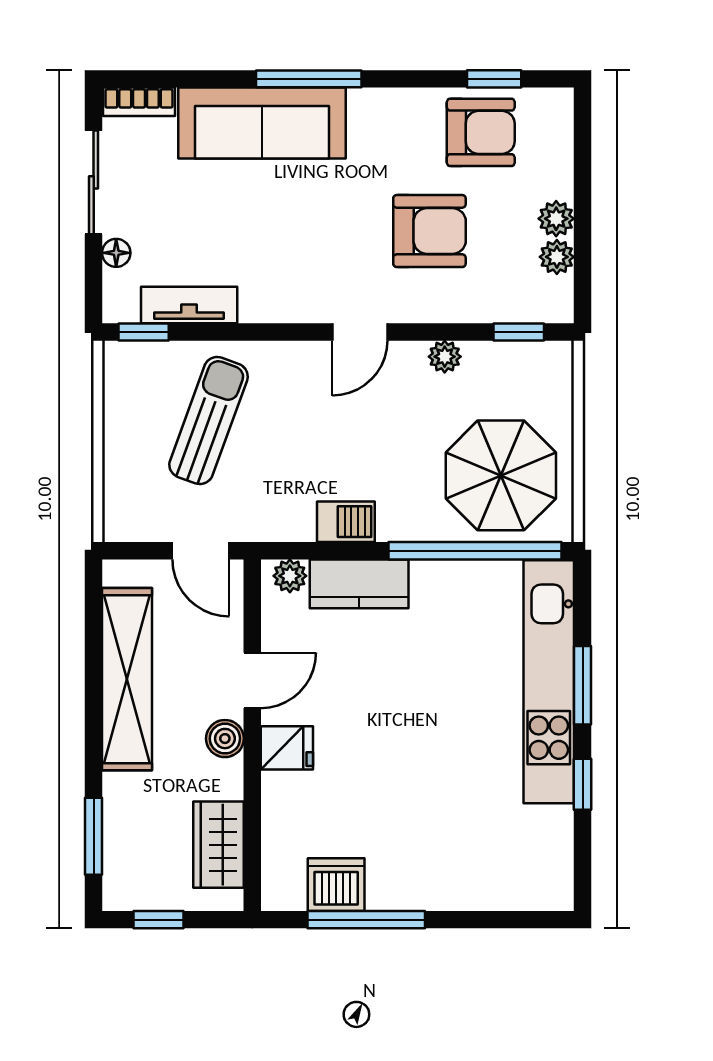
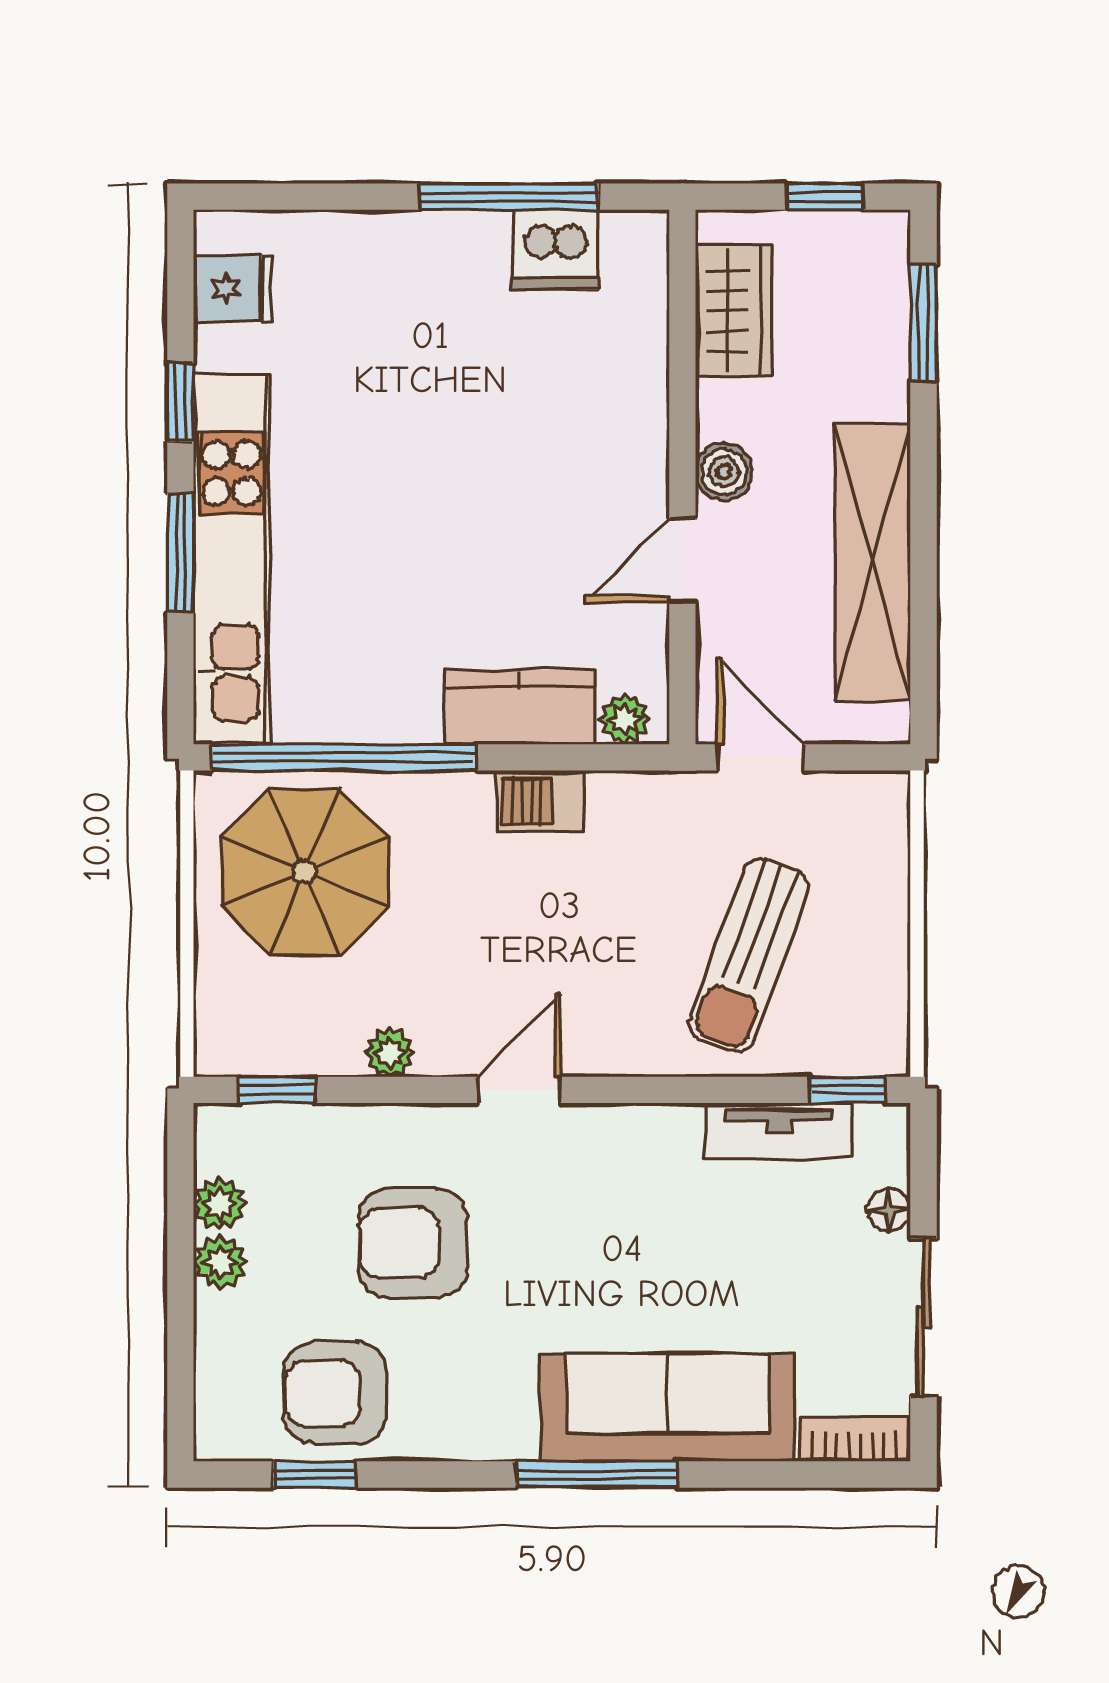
fridge: (287, 748) -> (233, 289), moved, turned 180

